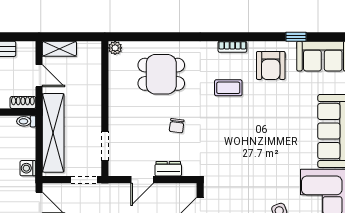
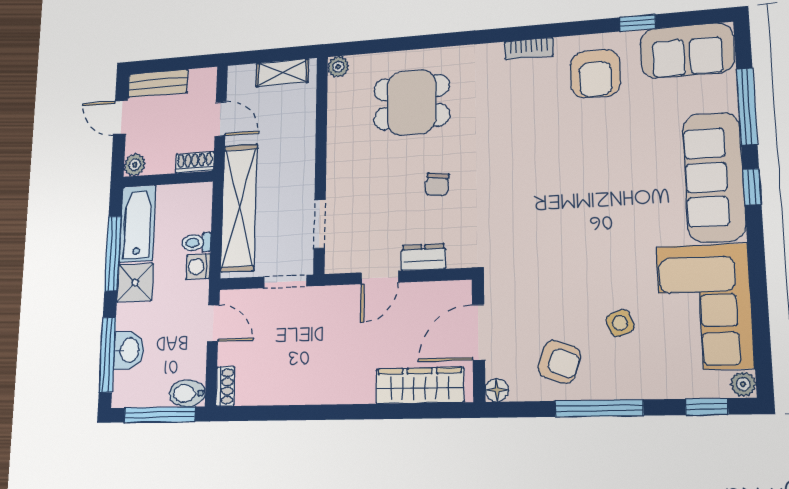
shelving: (59, 49) -> (282, 73), moved
coffee table: (228, 88) -> (523, 116), removed
toilet: (26, 121) -> (196, 243), moved

